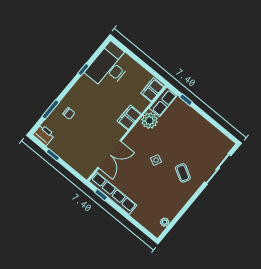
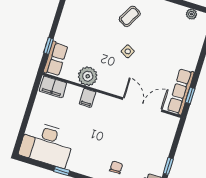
row of seats: (163, 102) -> (56, 59), moved, turned 90
filing cabinet: (129, 118) -> (88, 98), width x0.50
row of seats: (113, 193) -> (181, 91), width x0.73

